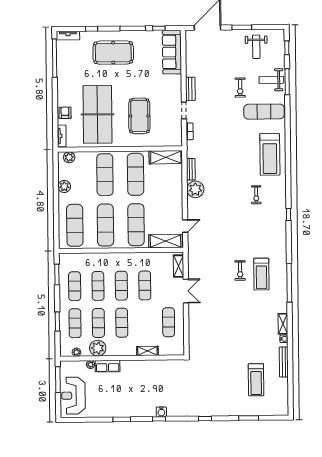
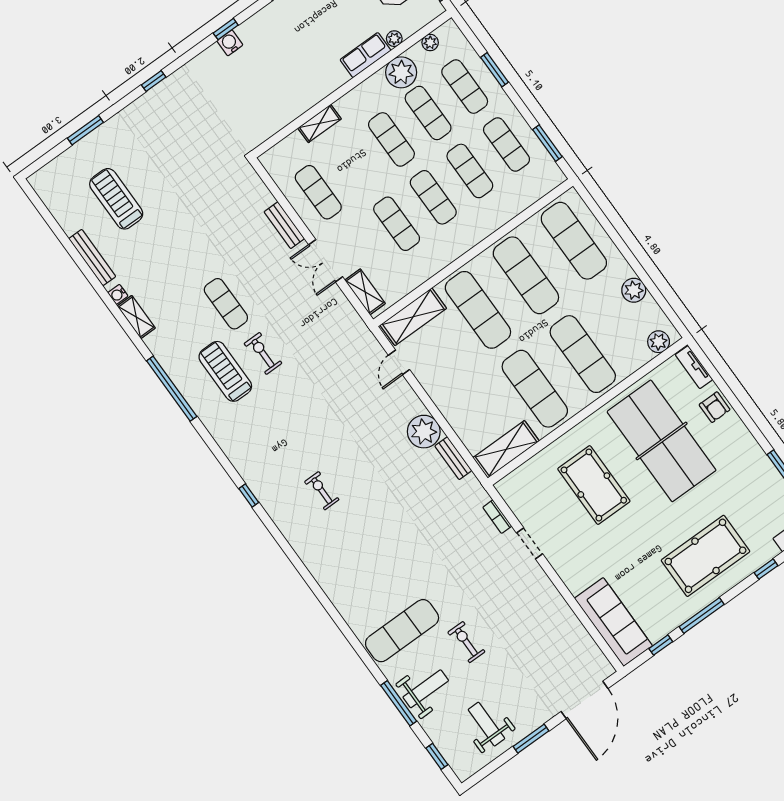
bench: (190, 89) -> (284, 225), moved
treadmill: (270, 154) -> (345, 570), removed
exercise mat: (241, 303) -> (226, 304), added

